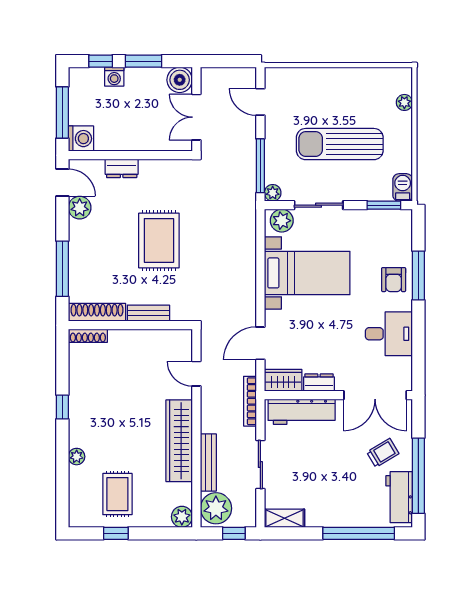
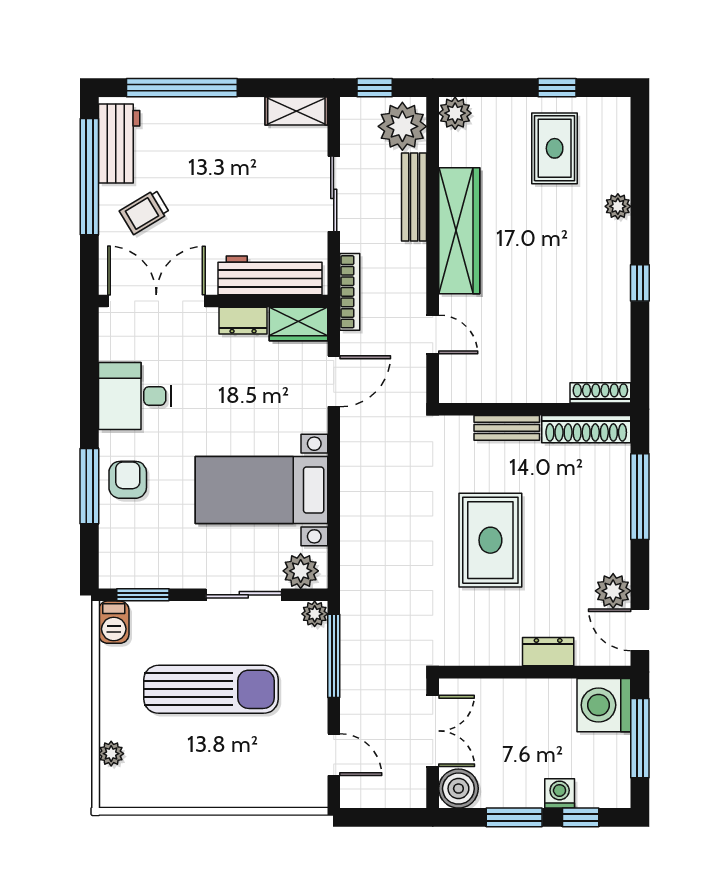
washing machine: (81, 139) -> (604, 705), width x1.37, depth x1.37

